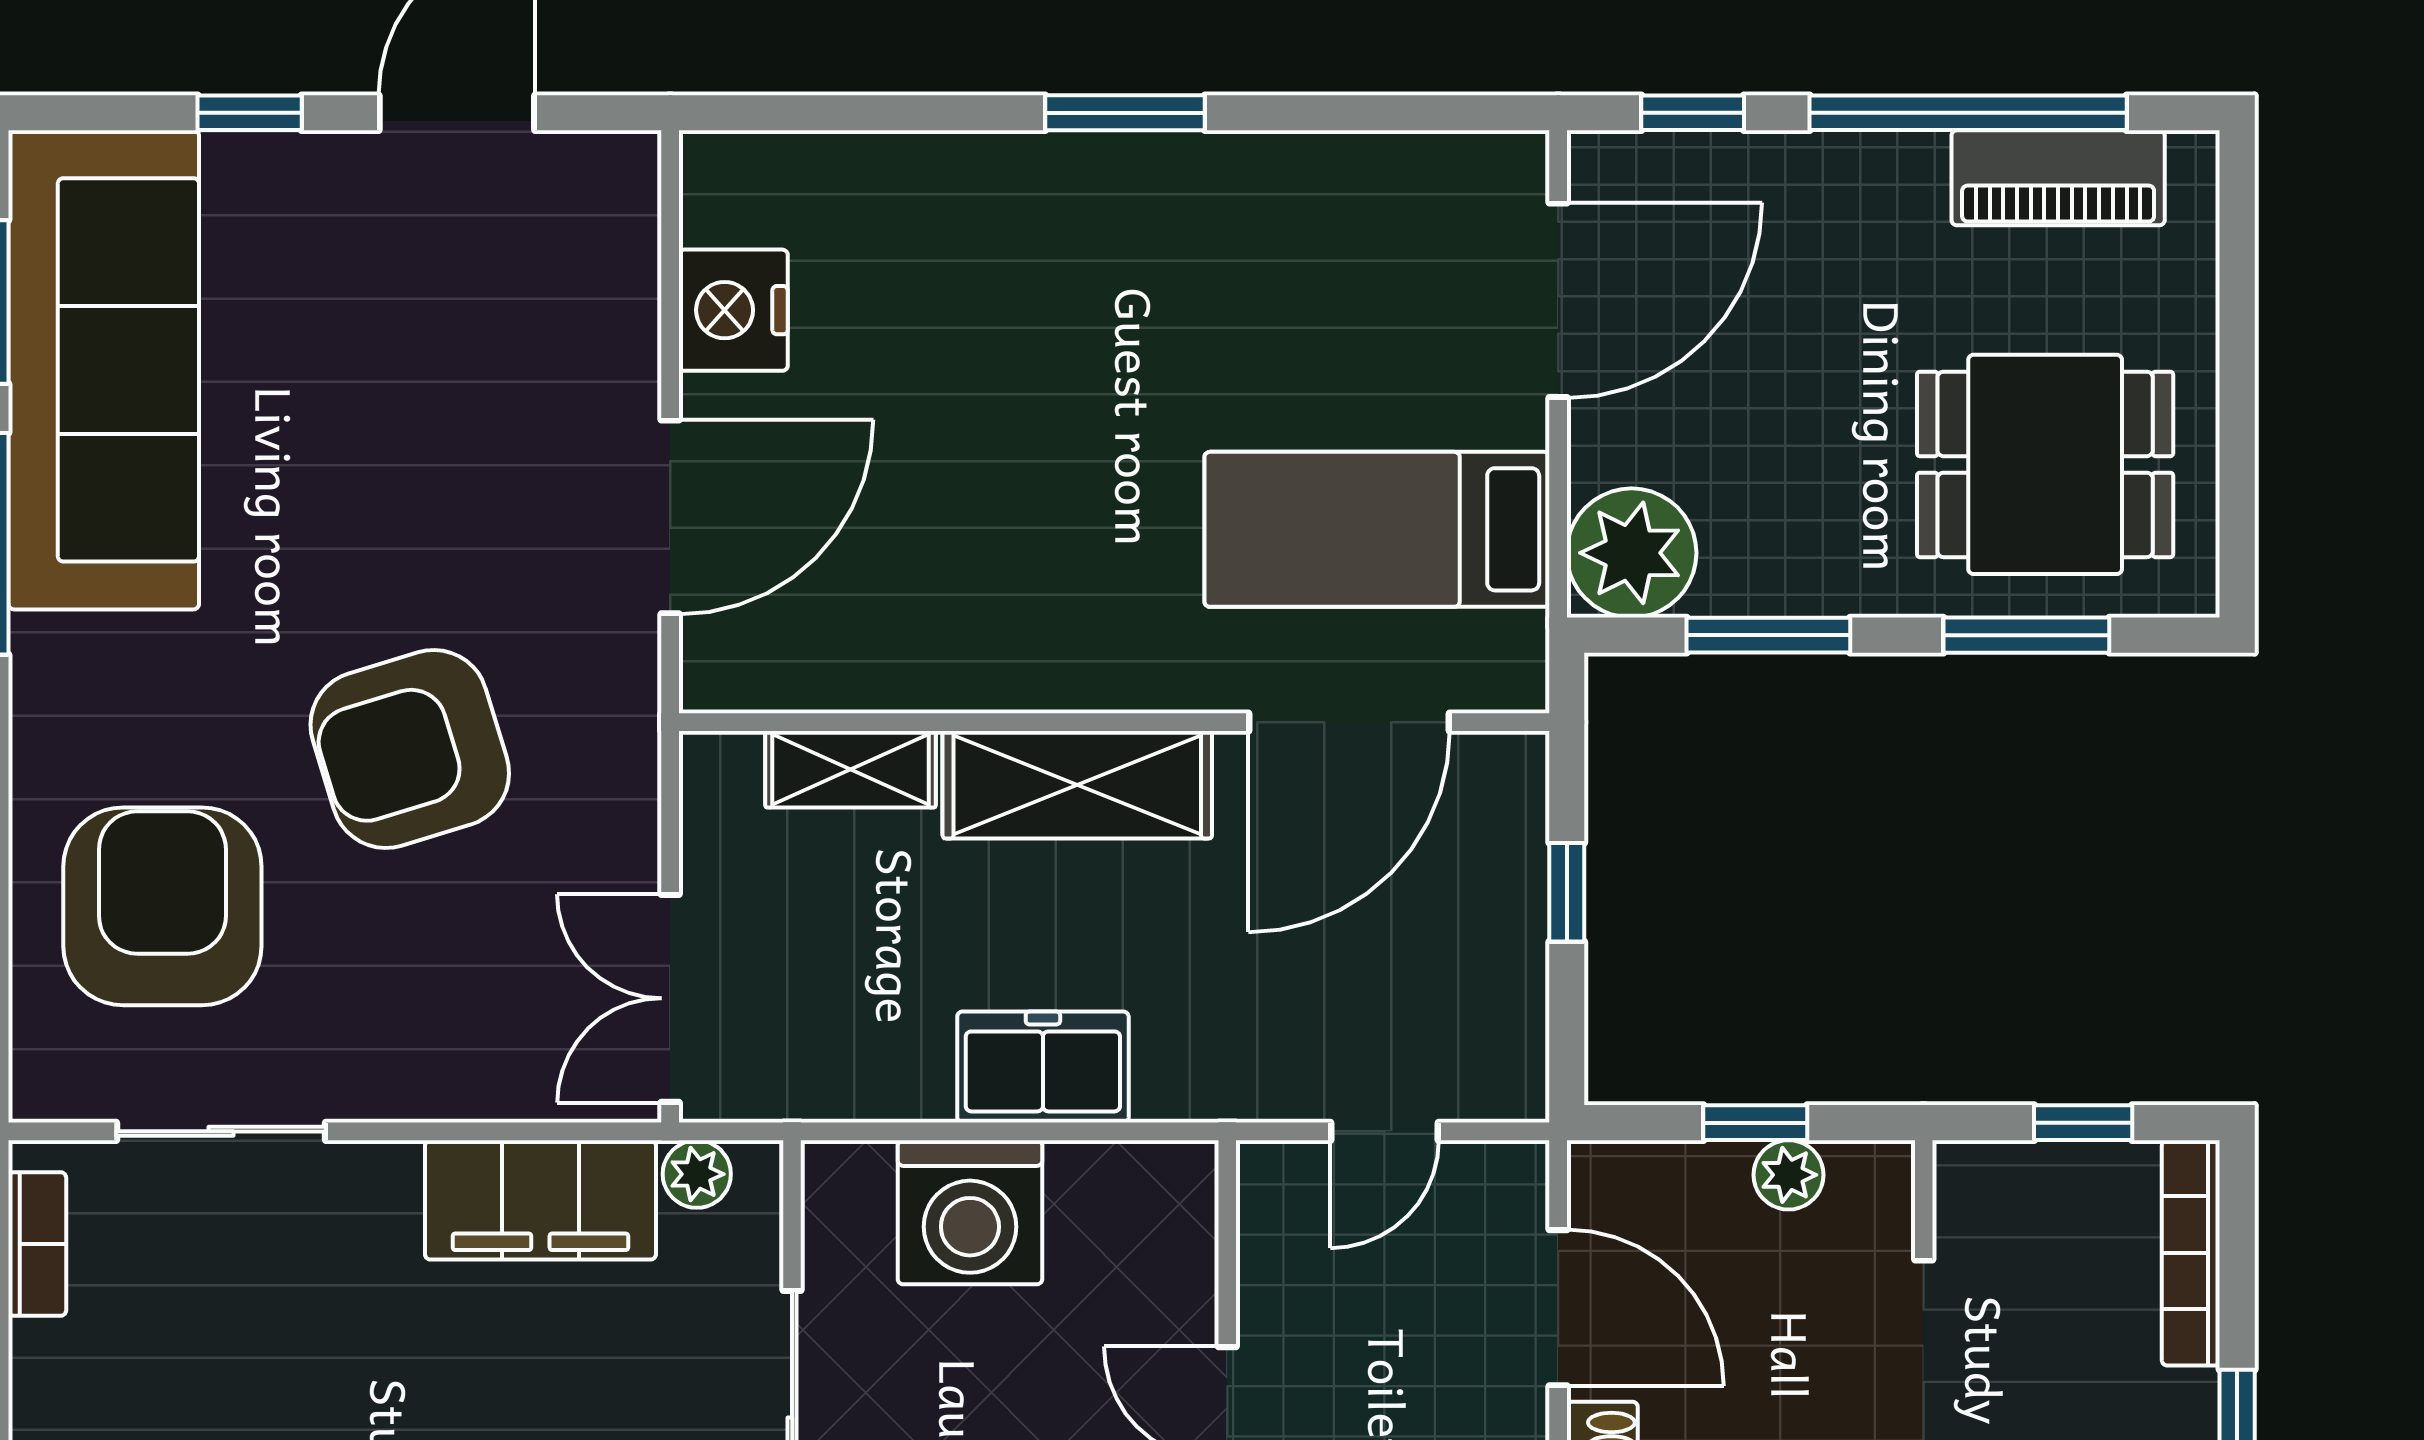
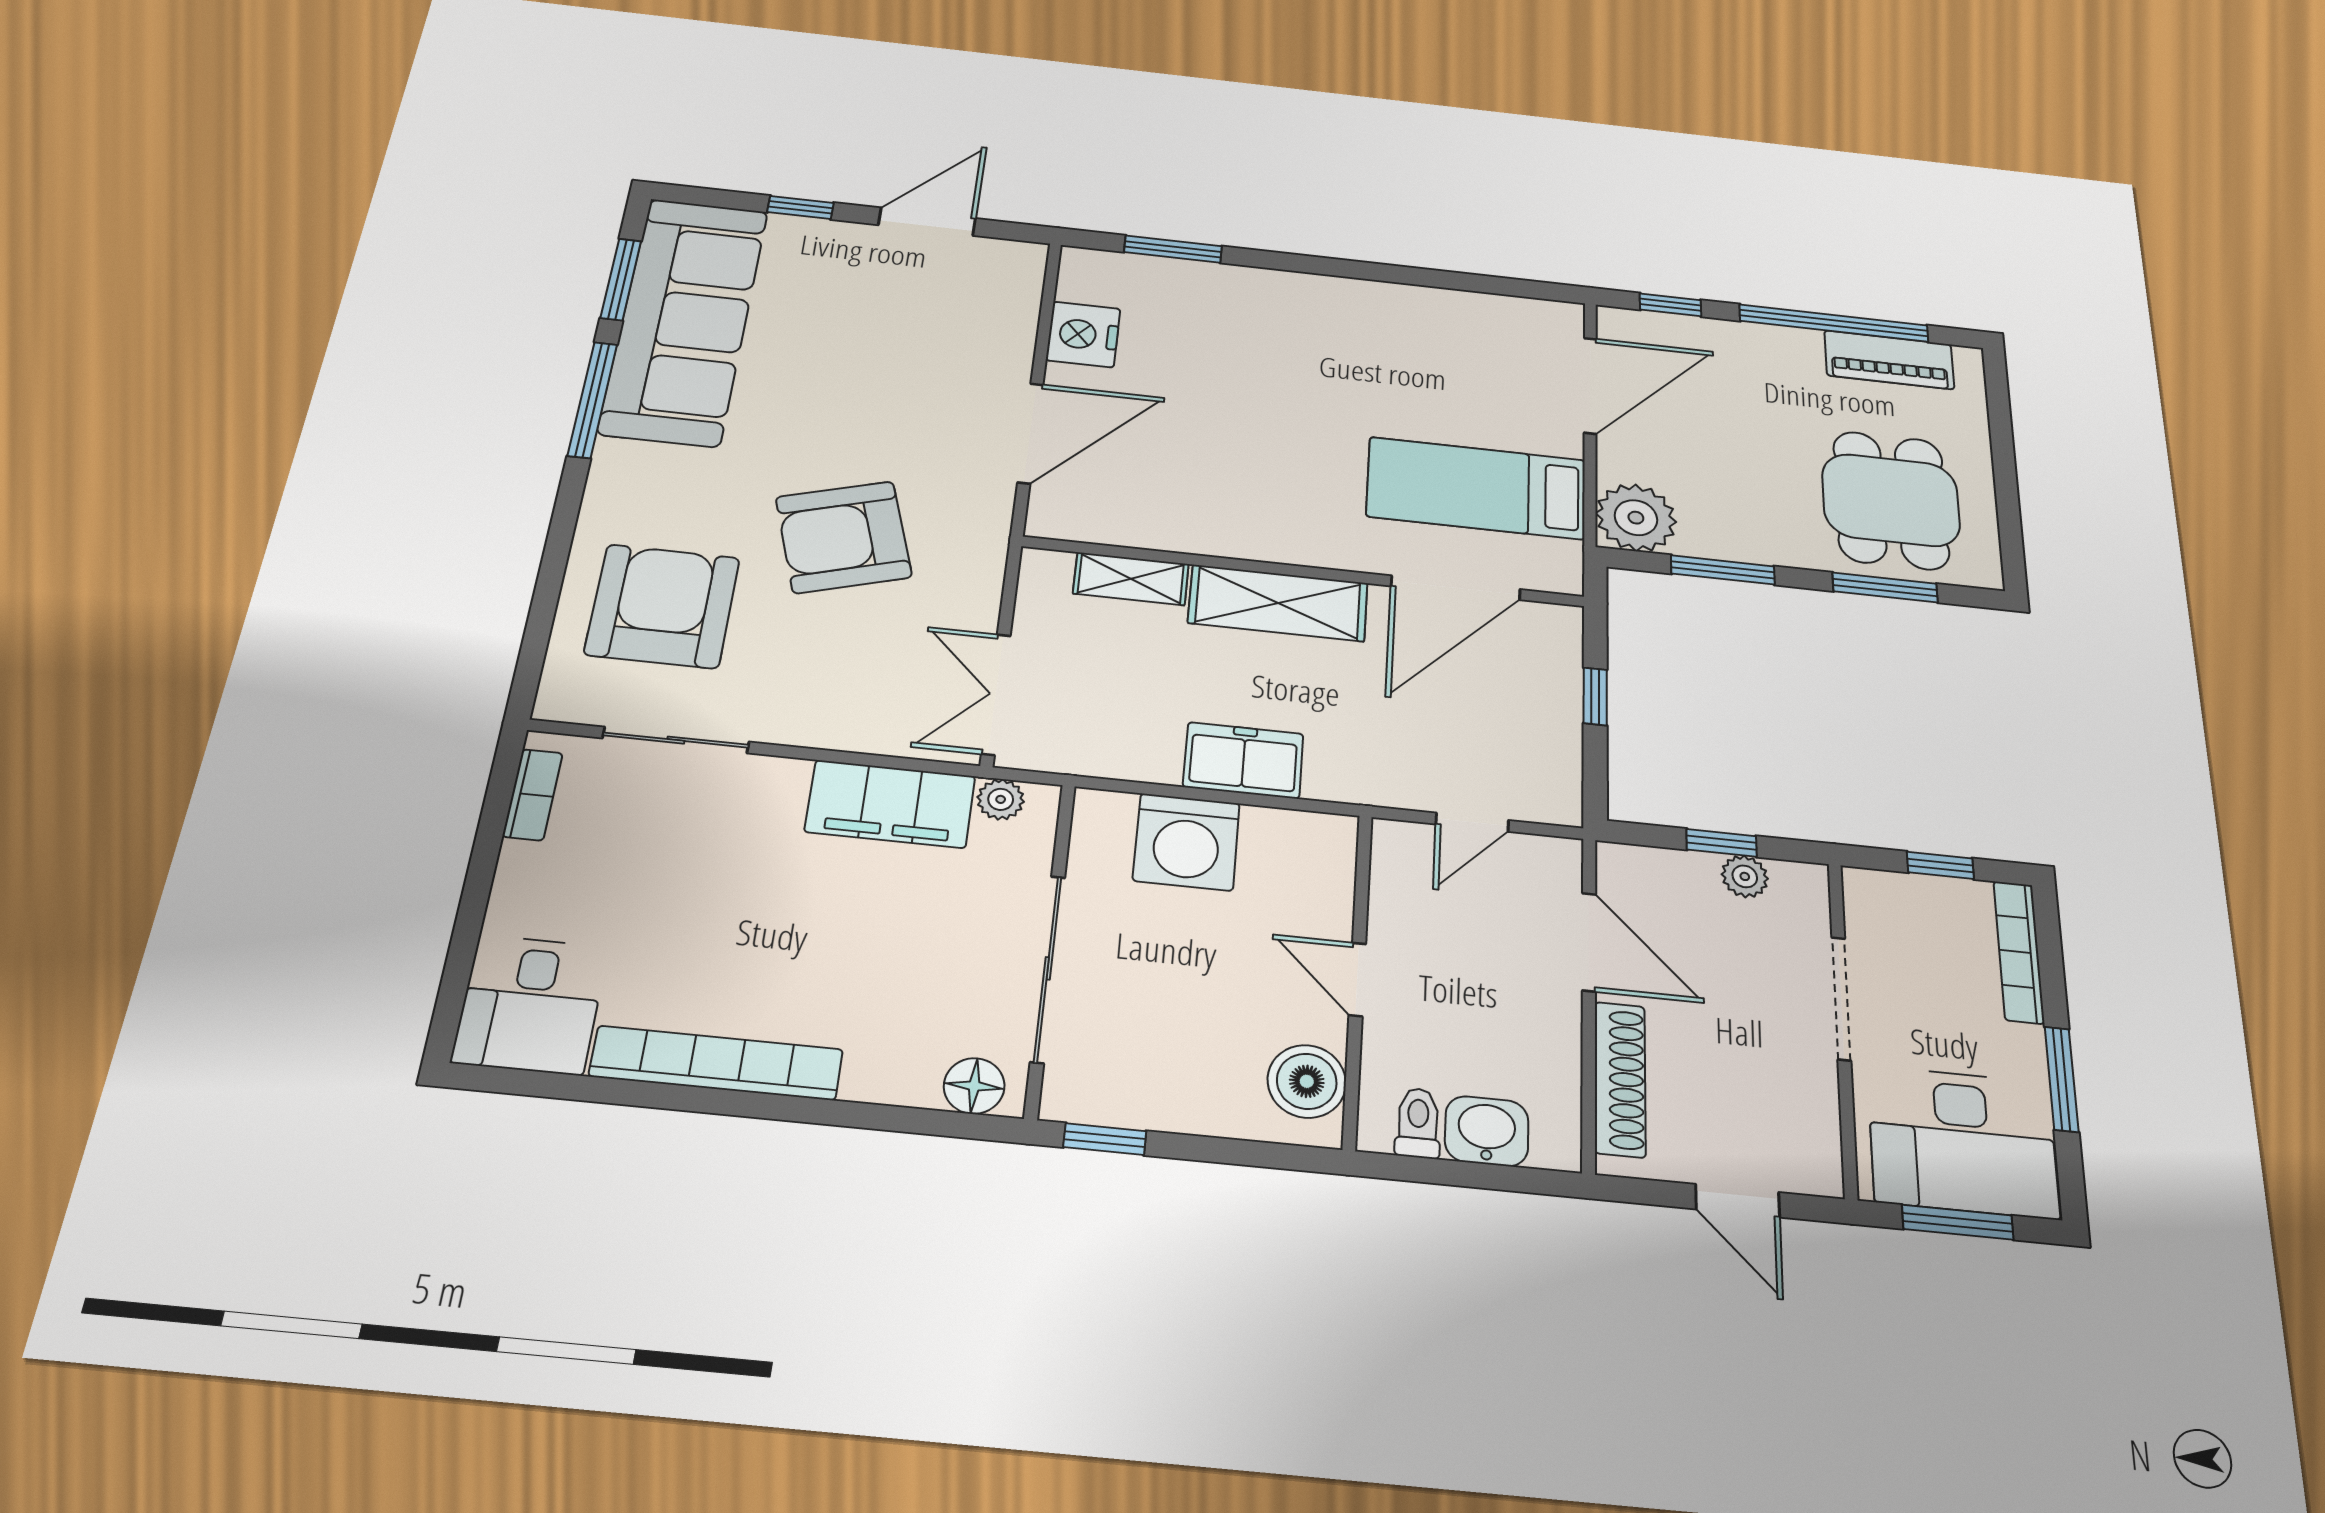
window: (1125, 113) -> (1173, 249), moved
dining table: (2045, 464) -> (1891, 500), turned 90

